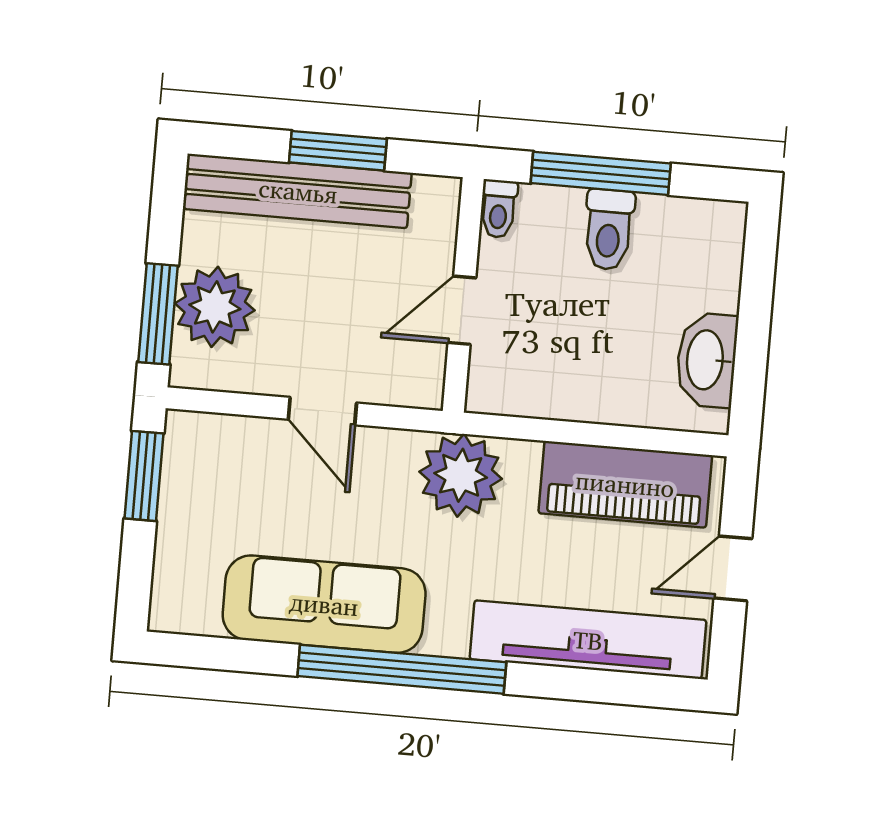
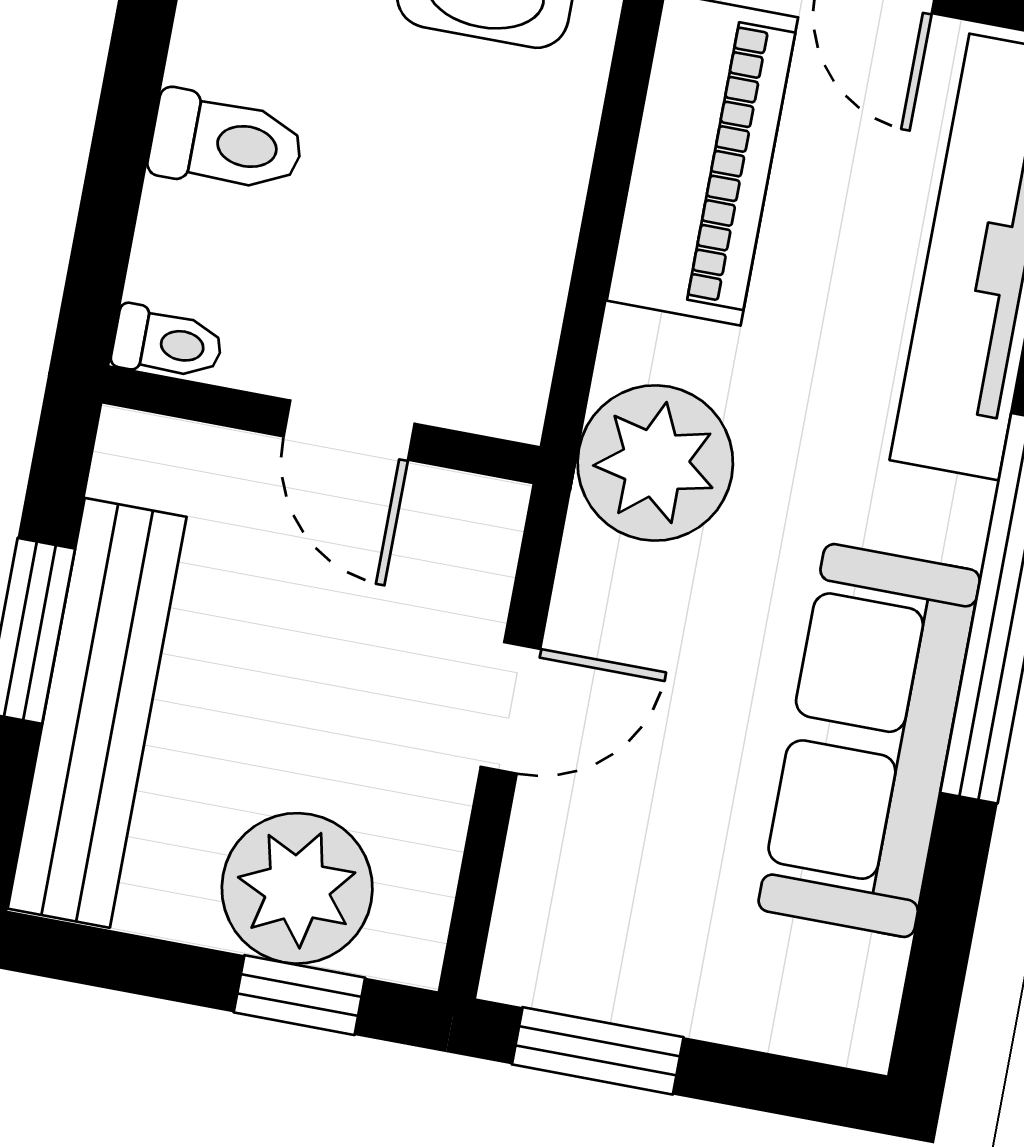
window: (601, 173) -> (120, 147), removed
window: (158, 314) -> (299, 995), width x0.67

